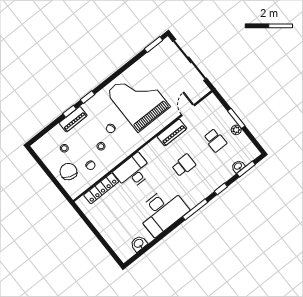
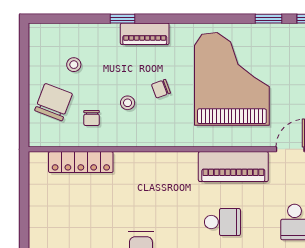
window: (87, 97) -> (269, 19), moved
piano: (73, 119) -> (145, 34), moved
piano: (172, 132) -> (233, 167), width x1.37, depth x1.33
desk: (133, 172) -> (144, 175), removed

